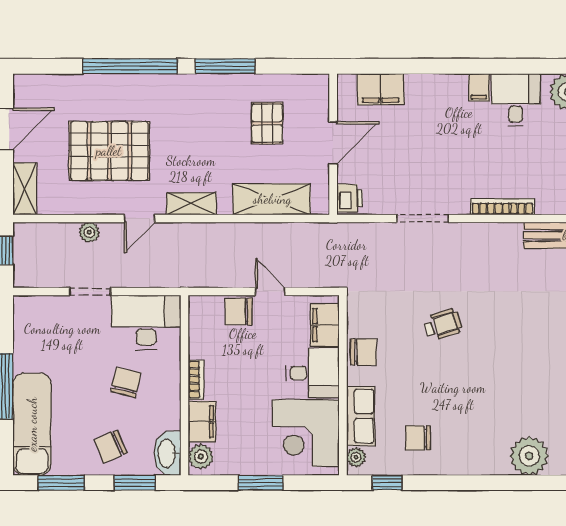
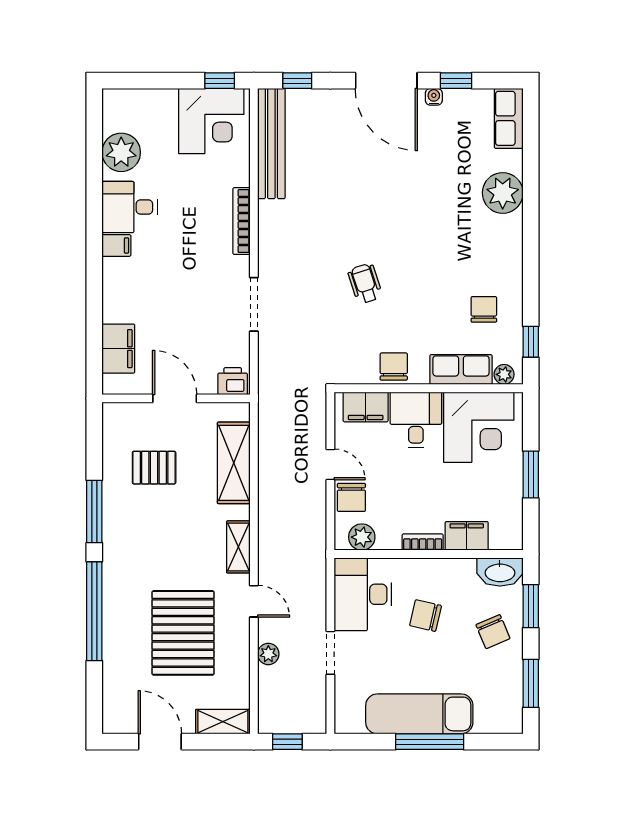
door: (270, 292) -> (330, 465), swing flipped
exam couch: (32, 424) -> (419, 714), moved
chair: (418, 438) -> (484, 309), turned 180
plant: (201, 457) -> (362, 537), moved

